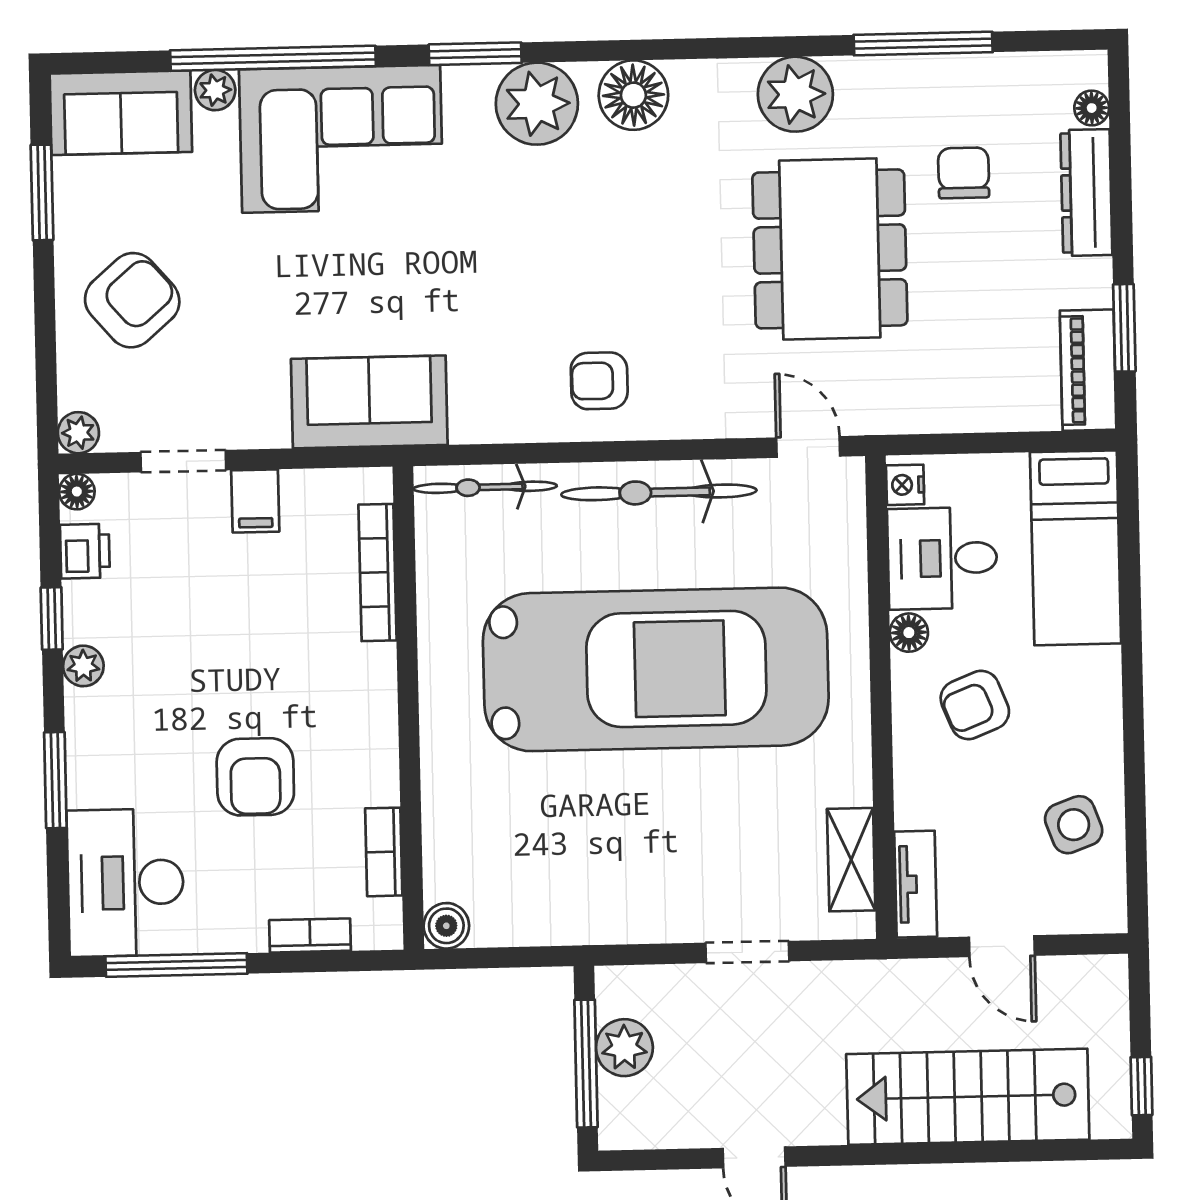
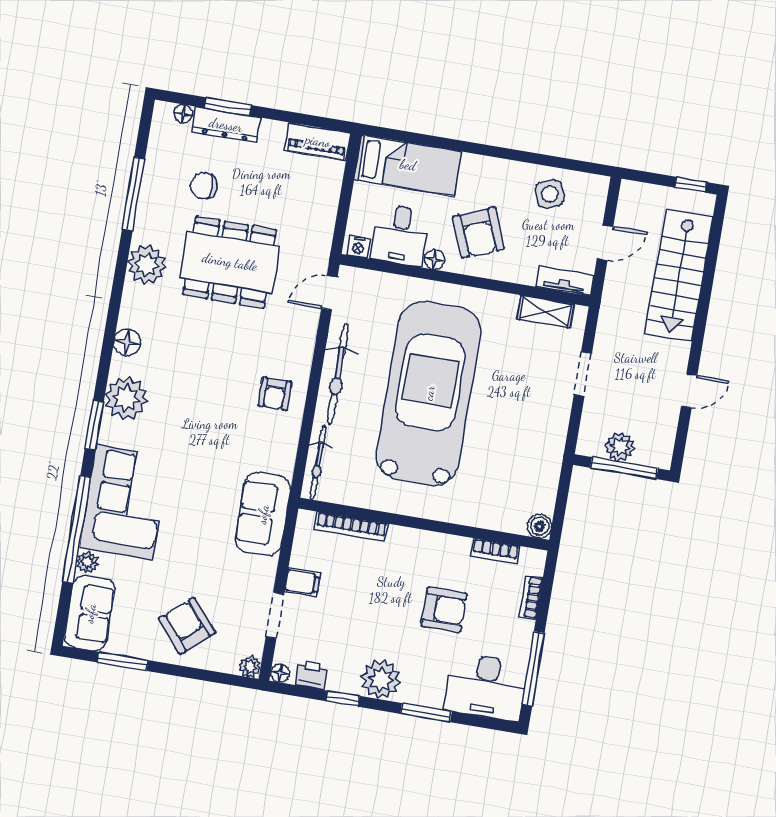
floor lamp: (633, 95) -> (127, 342), width x0.73, depth x0.73
window: (1124, 328) -> (228, 107), moved
plant: (83, 666) -> (381, 679), width x1.88, depth x1.88
armchair: (975, 705) -> (478, 233), width x1.38, depth x1.38

